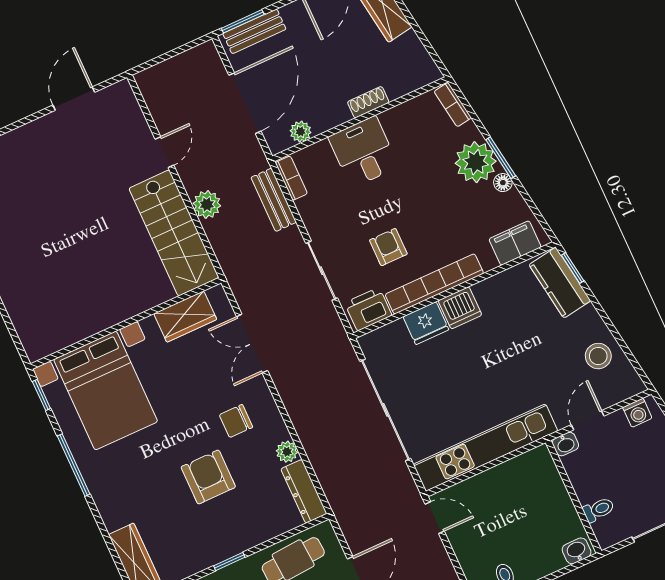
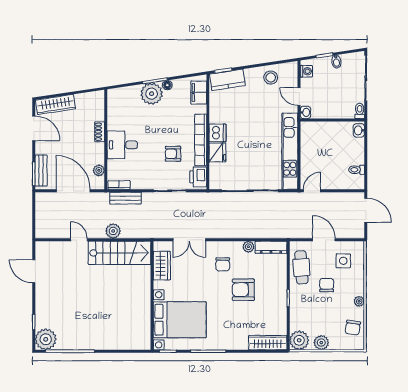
bookcase: (453, 105) -> (119, 92), removed
toilet: (599, 510) -> (360, 111), moved

